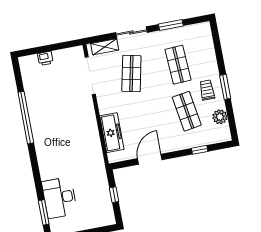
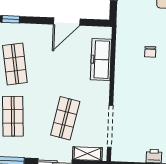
chair: (70, 150) -> (150, 52), added

